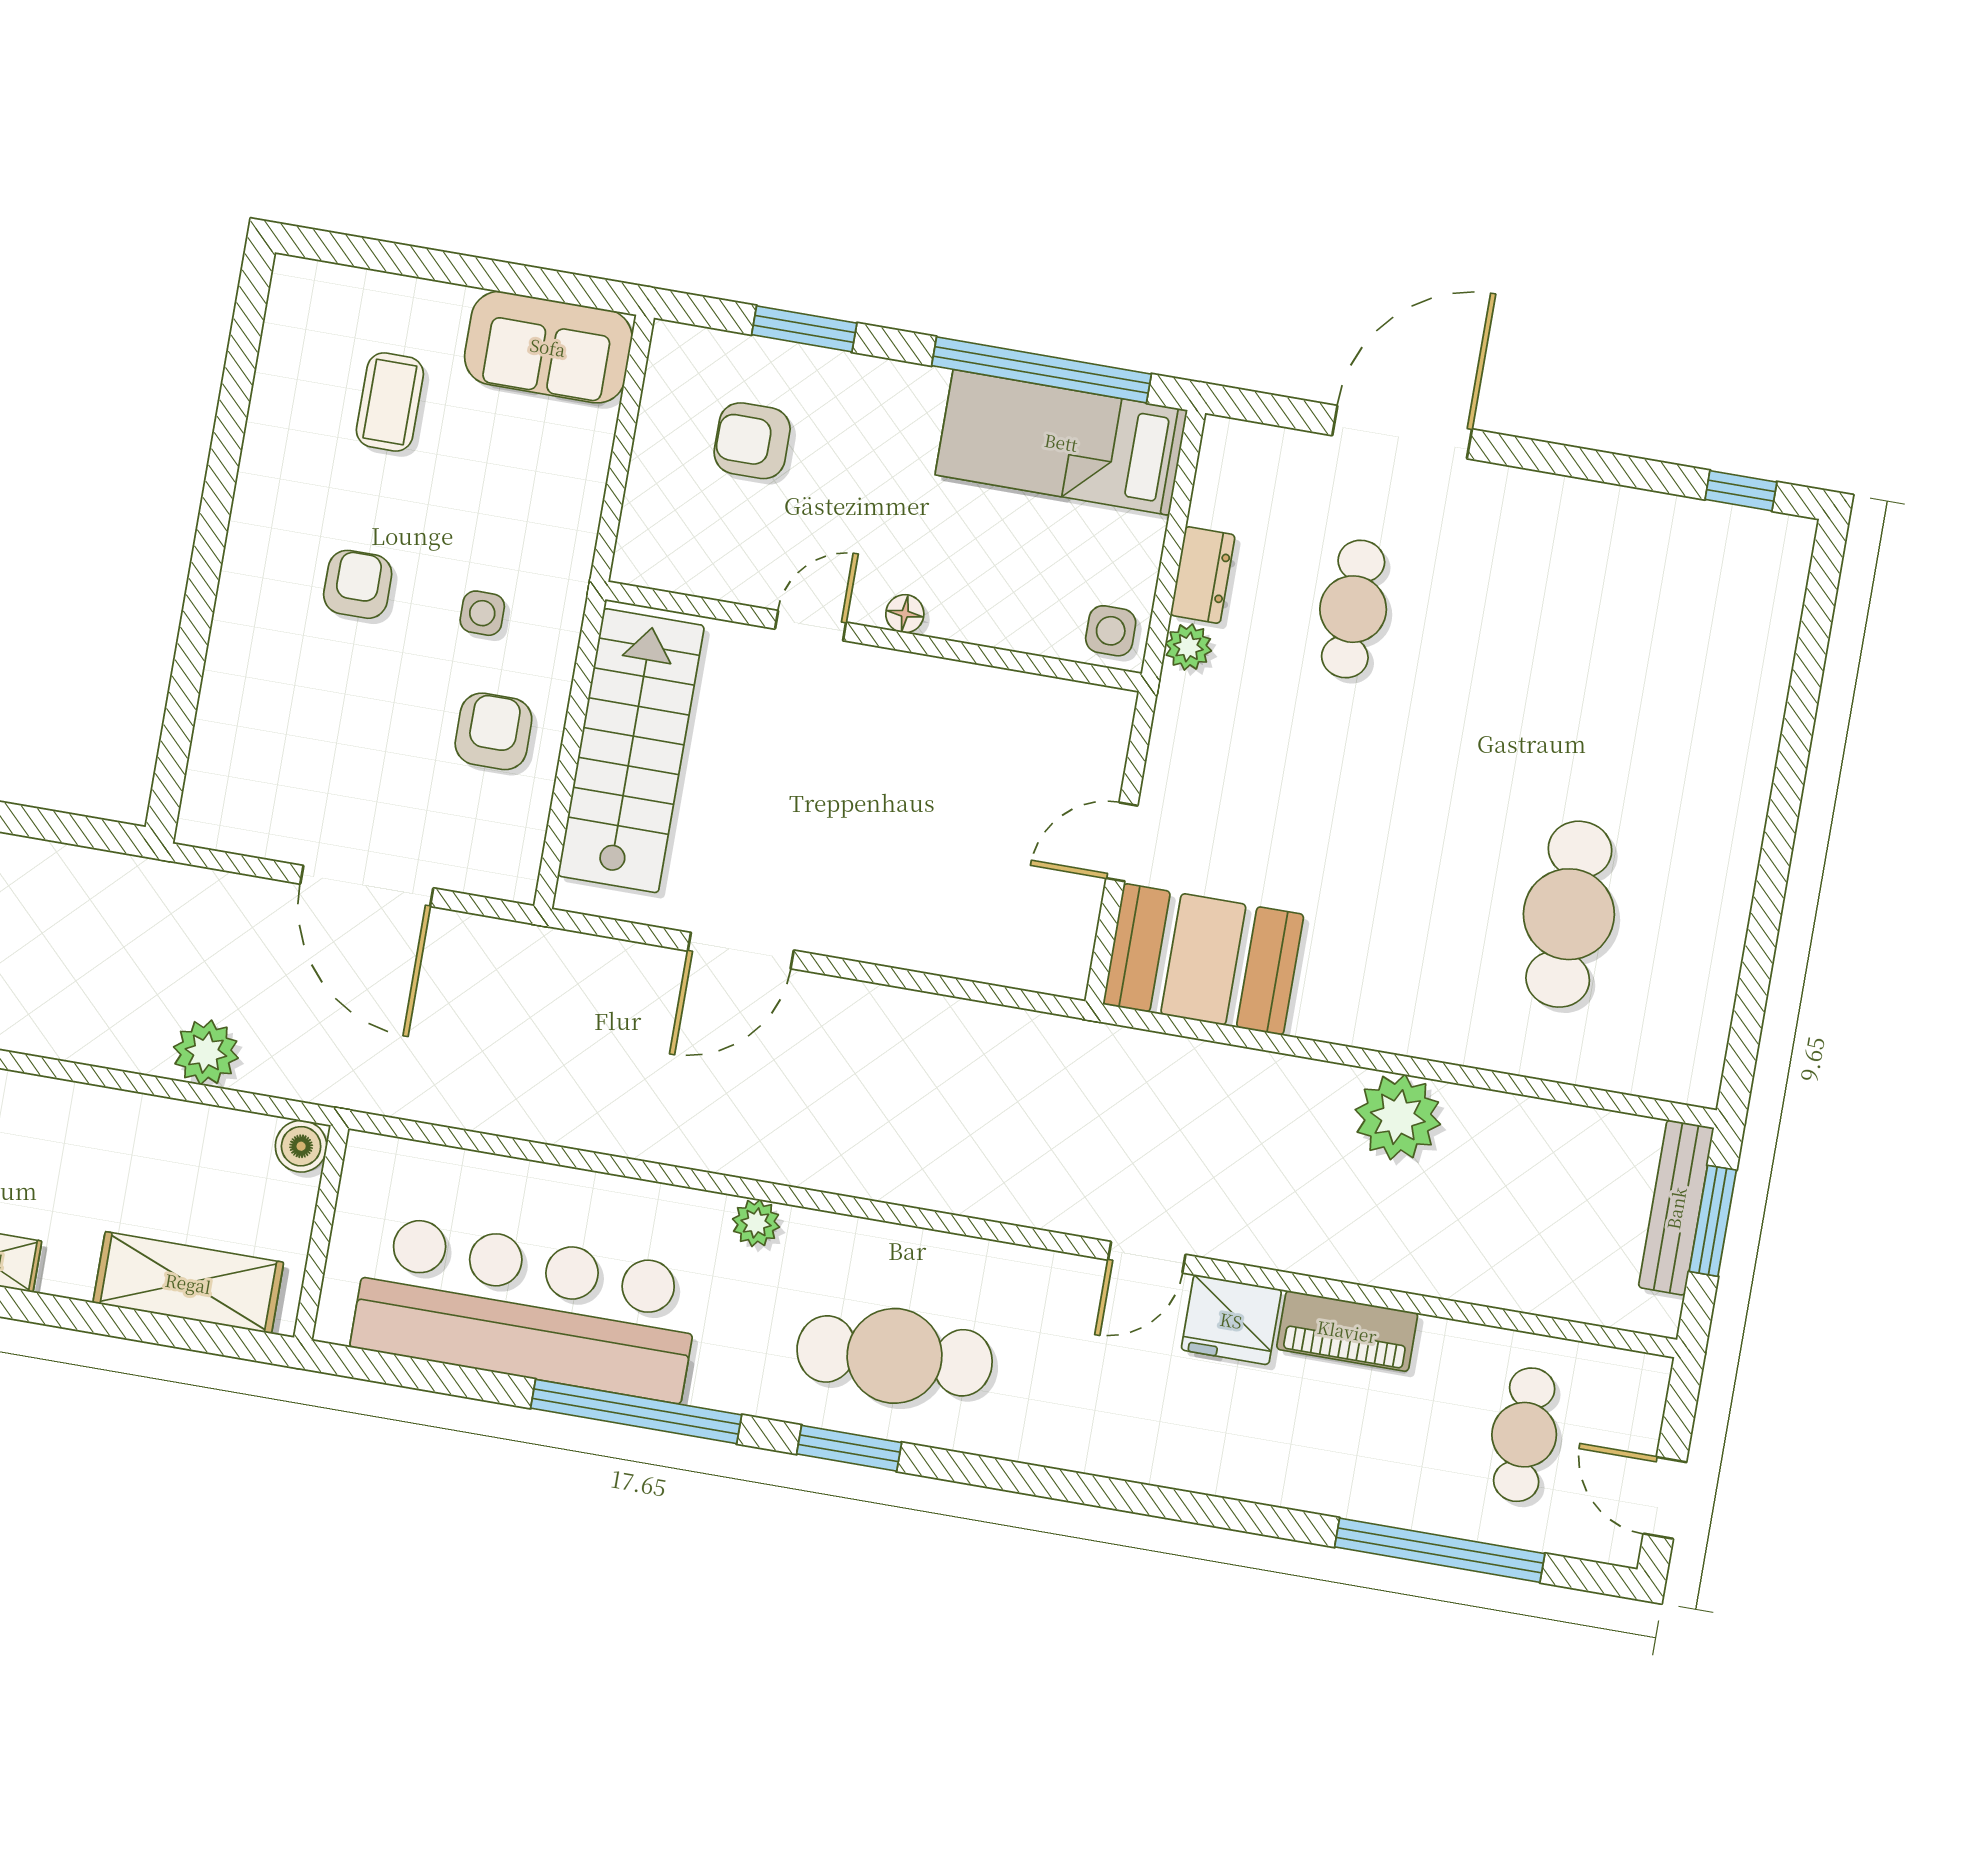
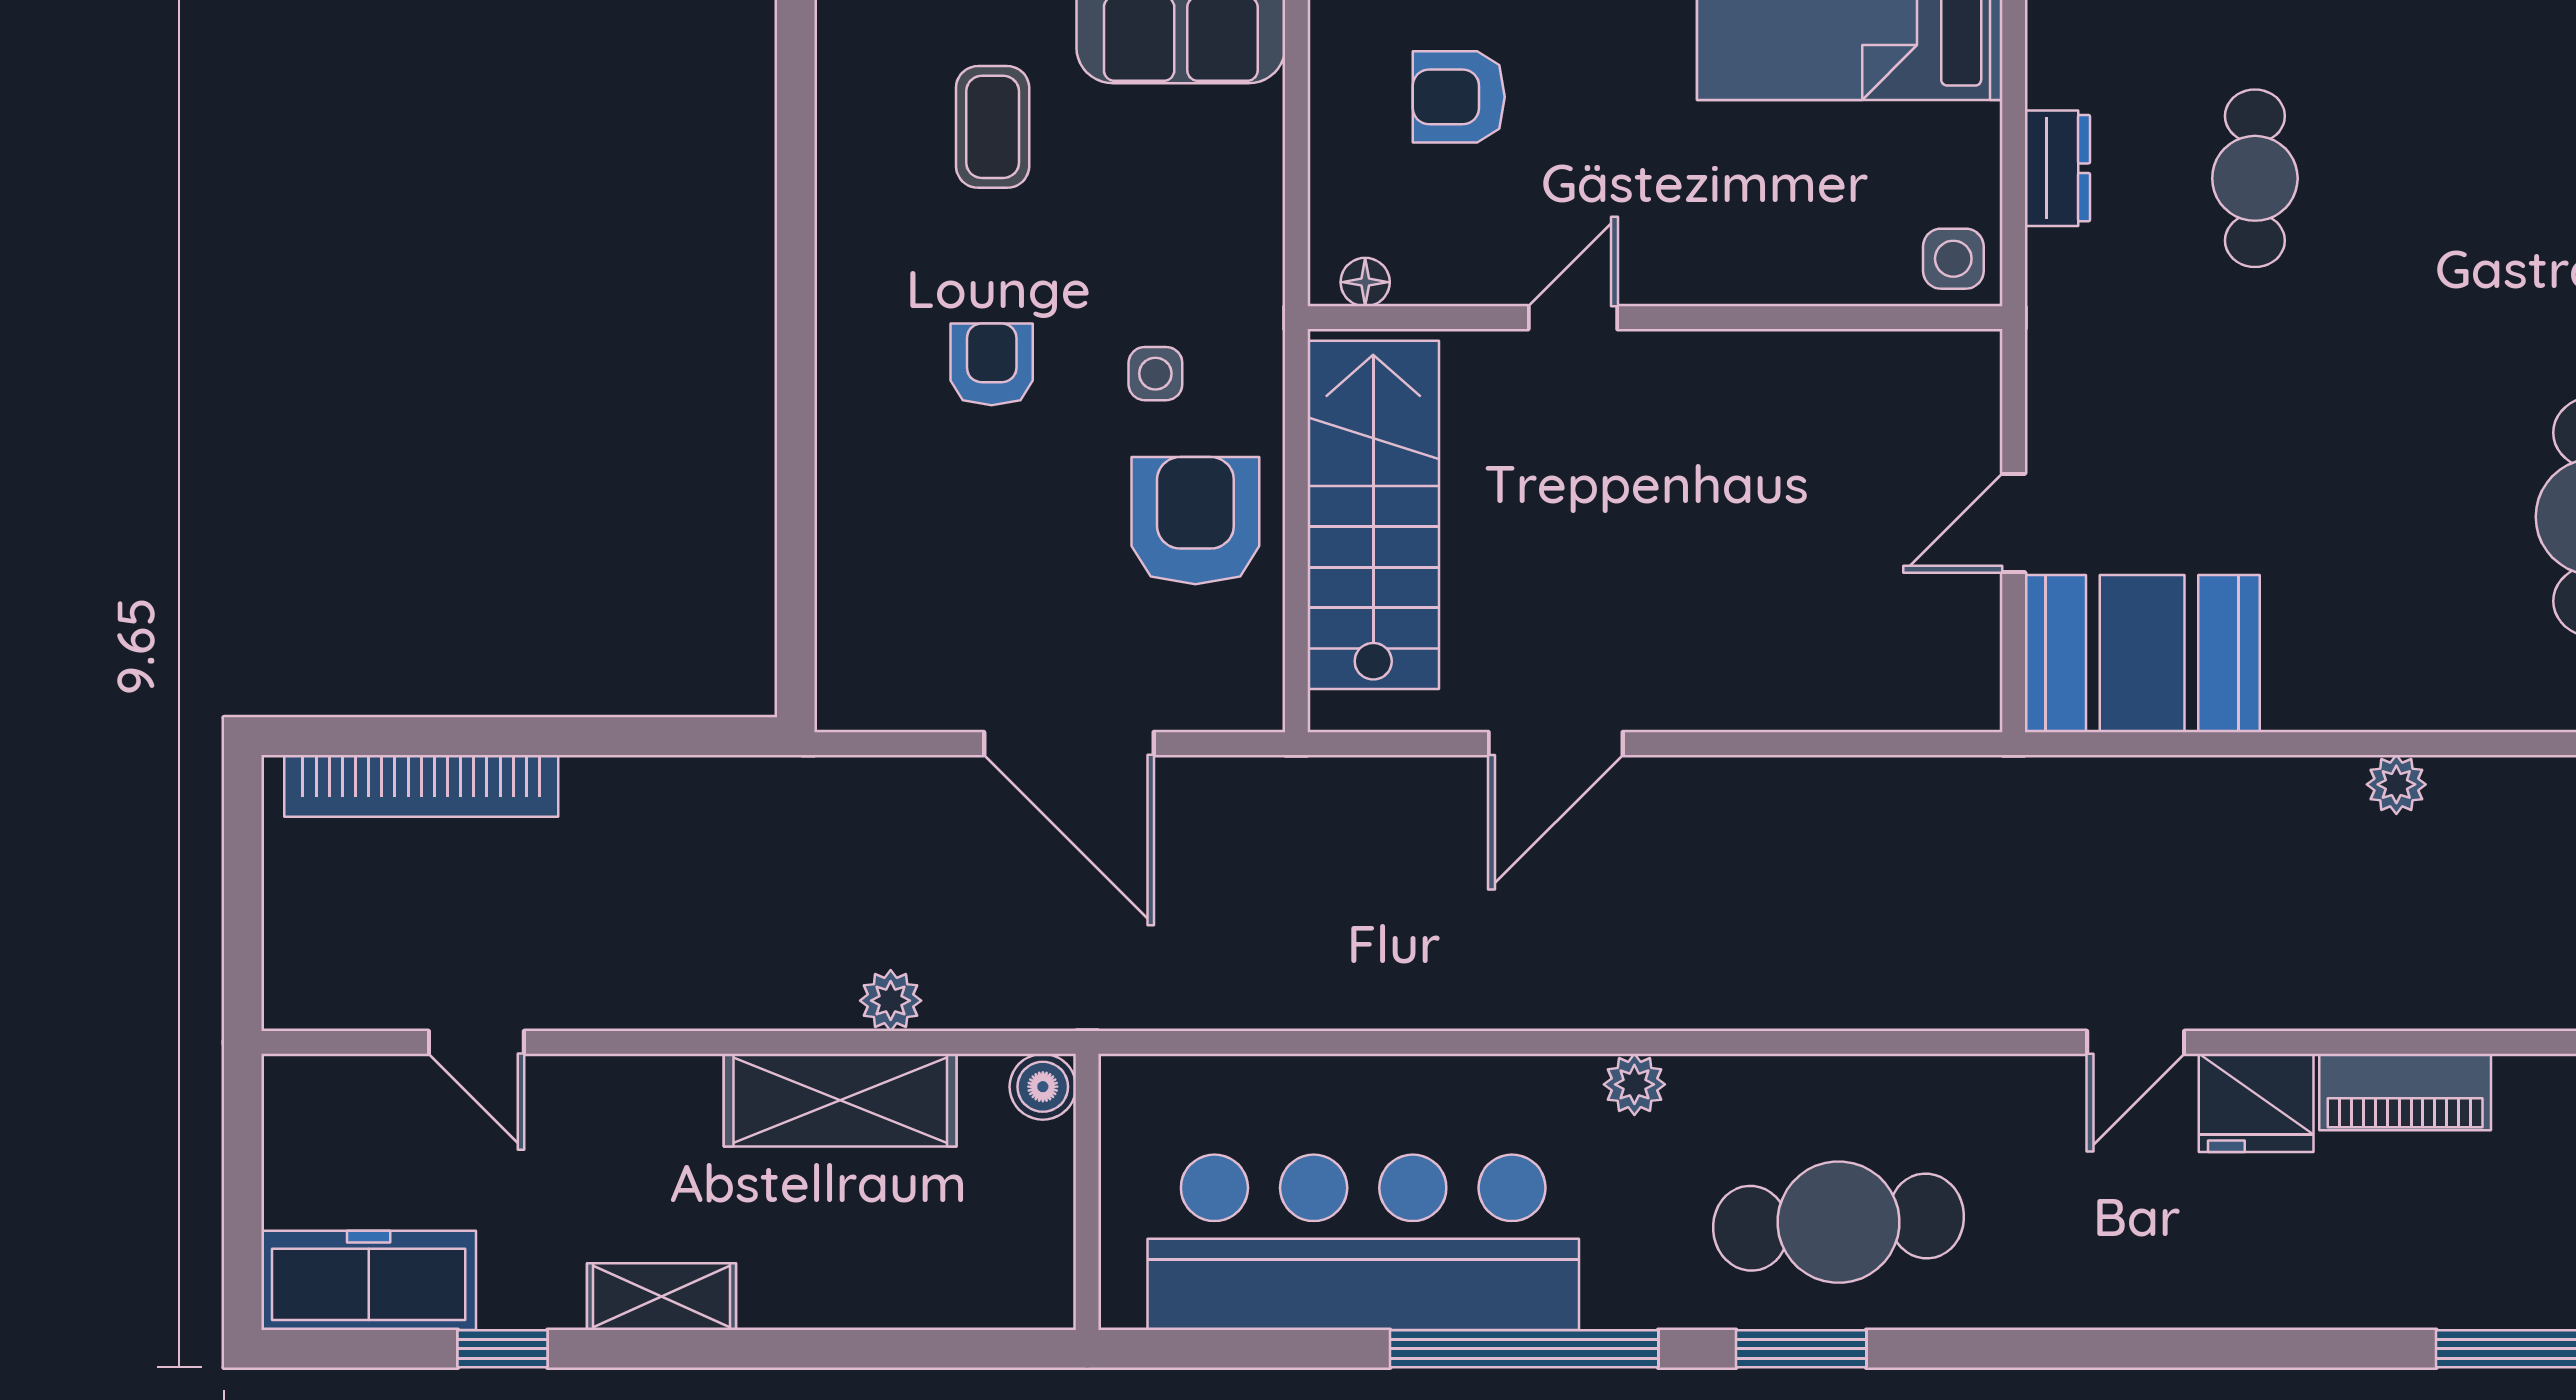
floor lamp: (905, 614) -> (1365, 282), moved
plant: (1188, 647) -> (2055, 262), removed
armchair: (493, 731) -> (1195, 521), width x1.38, depth x1.38
plant: (206, 1052) -> (891, 1001), width x0.73, depth x0.73
plant: (1398, 1117) -> (2396, 784), width x0.53, depth x0.53
shelving: (188, 1283) -> (840, 1100), moved

